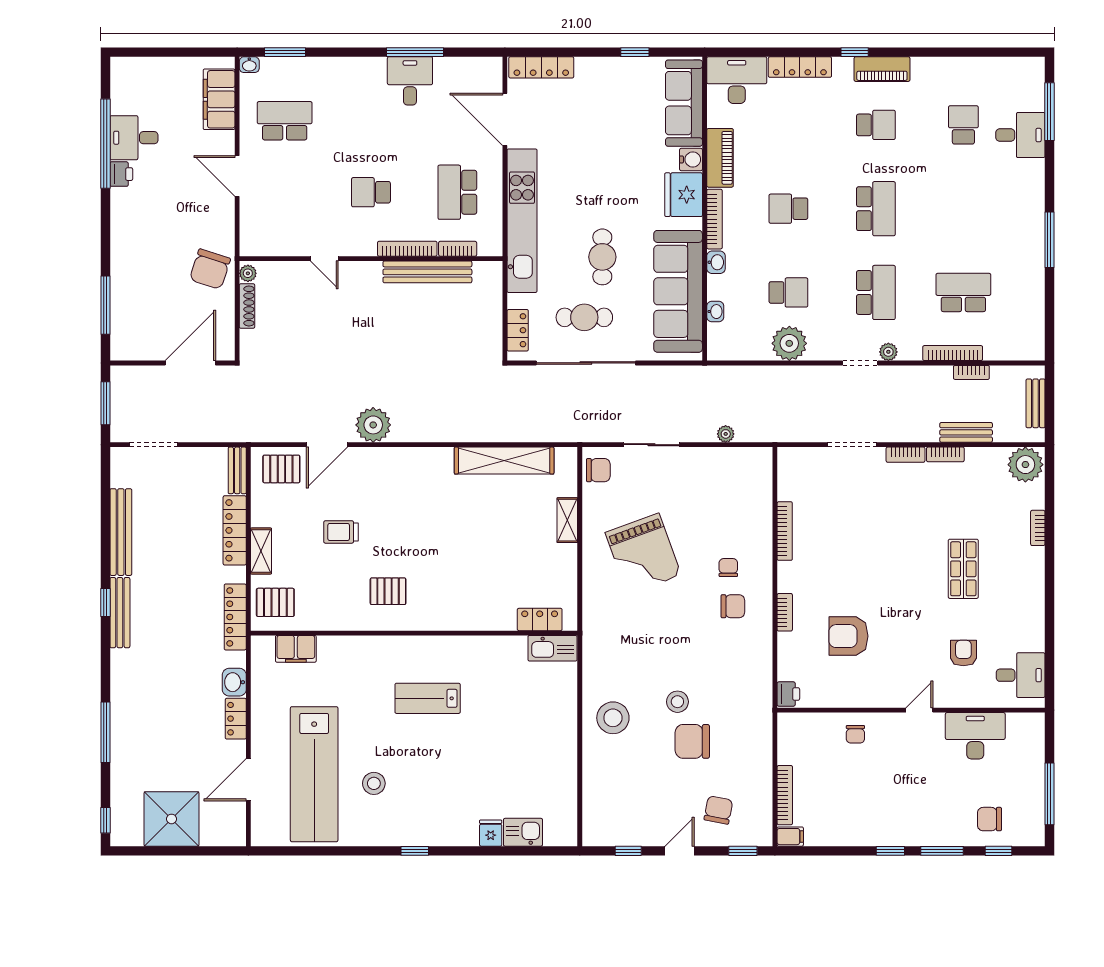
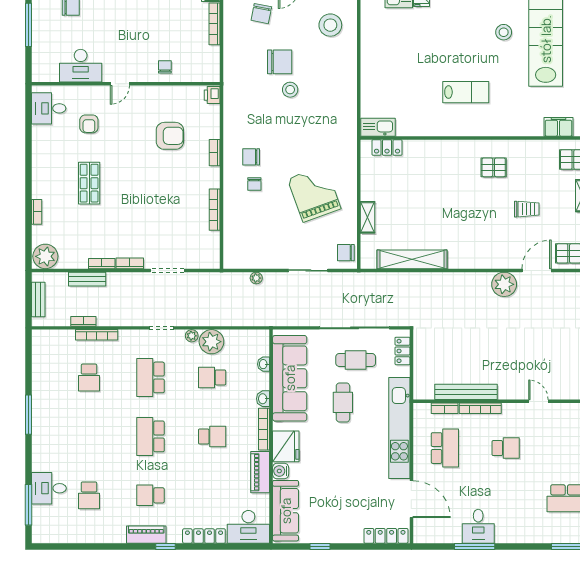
school desk: (963, 292) -> (89, 377), width x0.54
plant: (888, 352) -> (192, 336), moved
stool: (613, 718) -> (330, 25), moved

